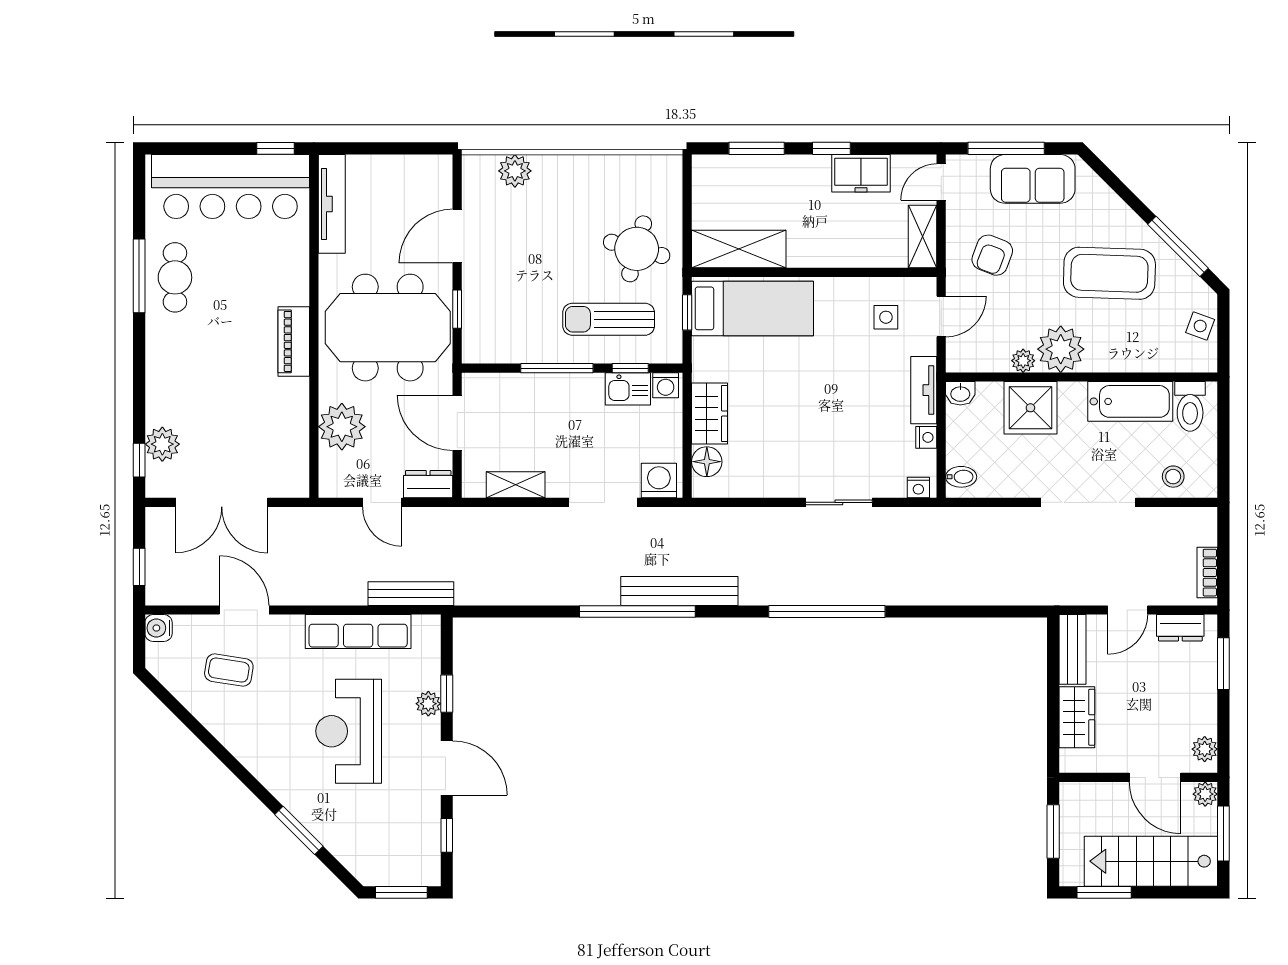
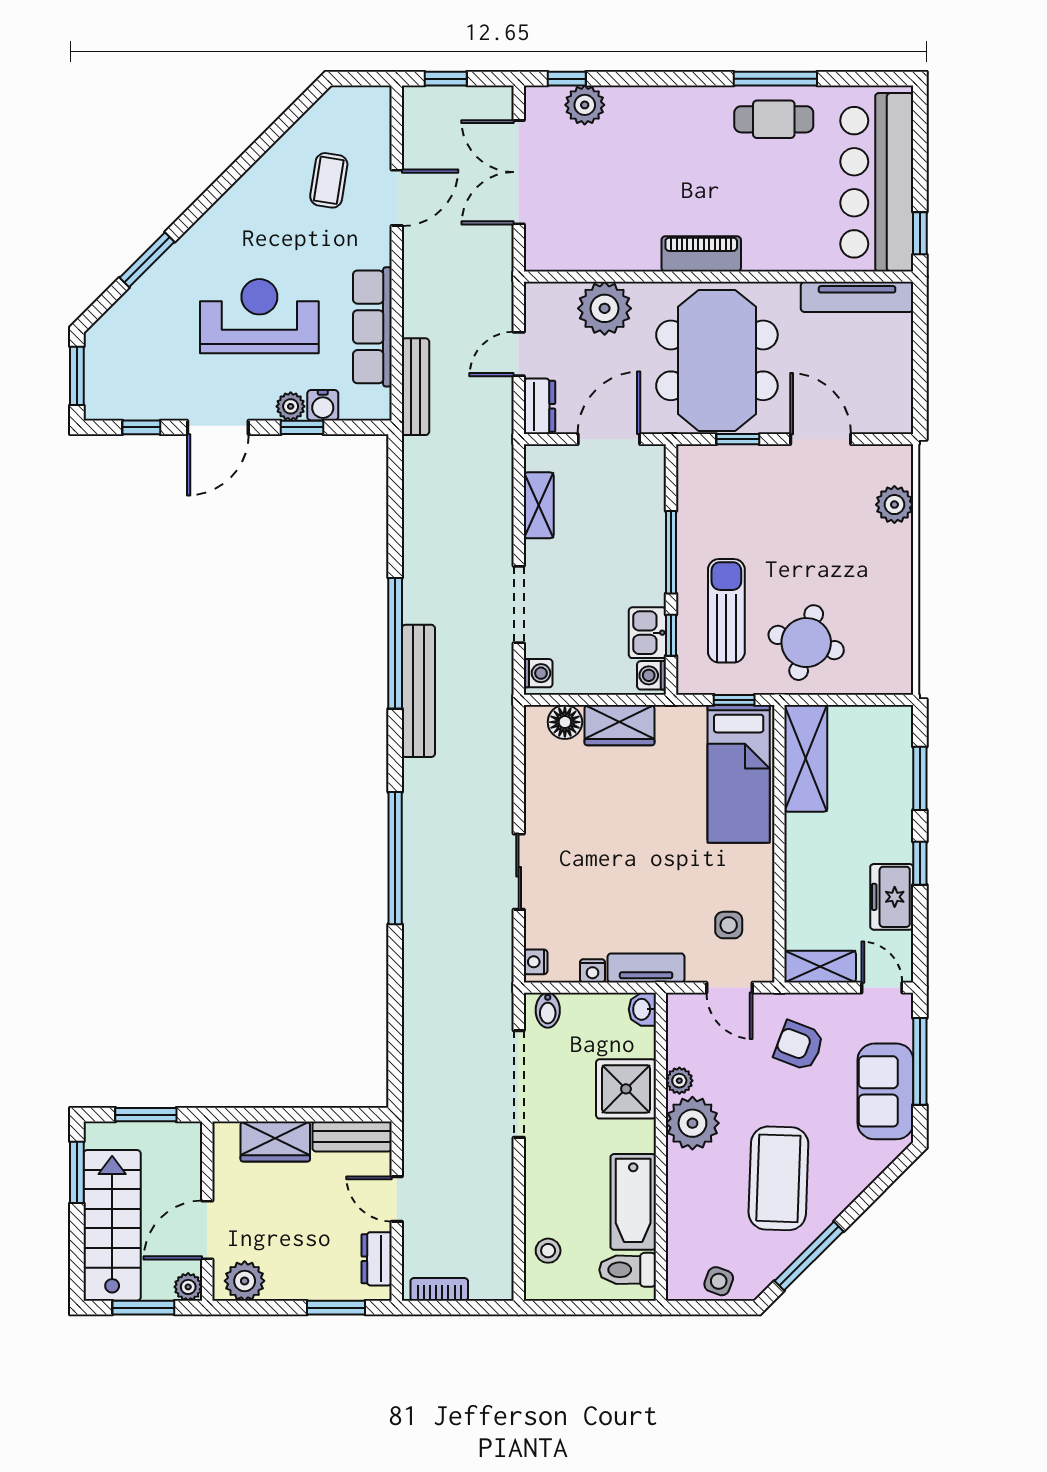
washing machine: (659, 481) -> (538, 673), width x0.73, depth x0.73
doorway: (1088, 502) -> (519, 1084), moved
water cooler: (159, 628) -> (323, 405), moved, turned 180
plant: (1205, 749) -> (245, 1281), width x1.38, depth x1.38

